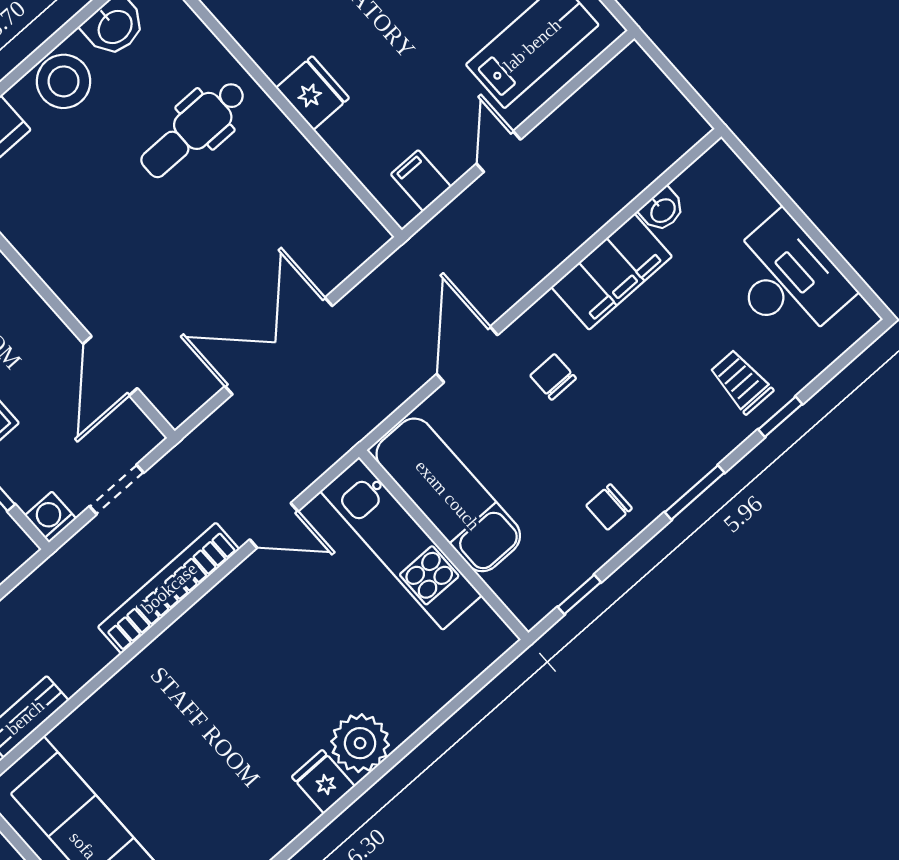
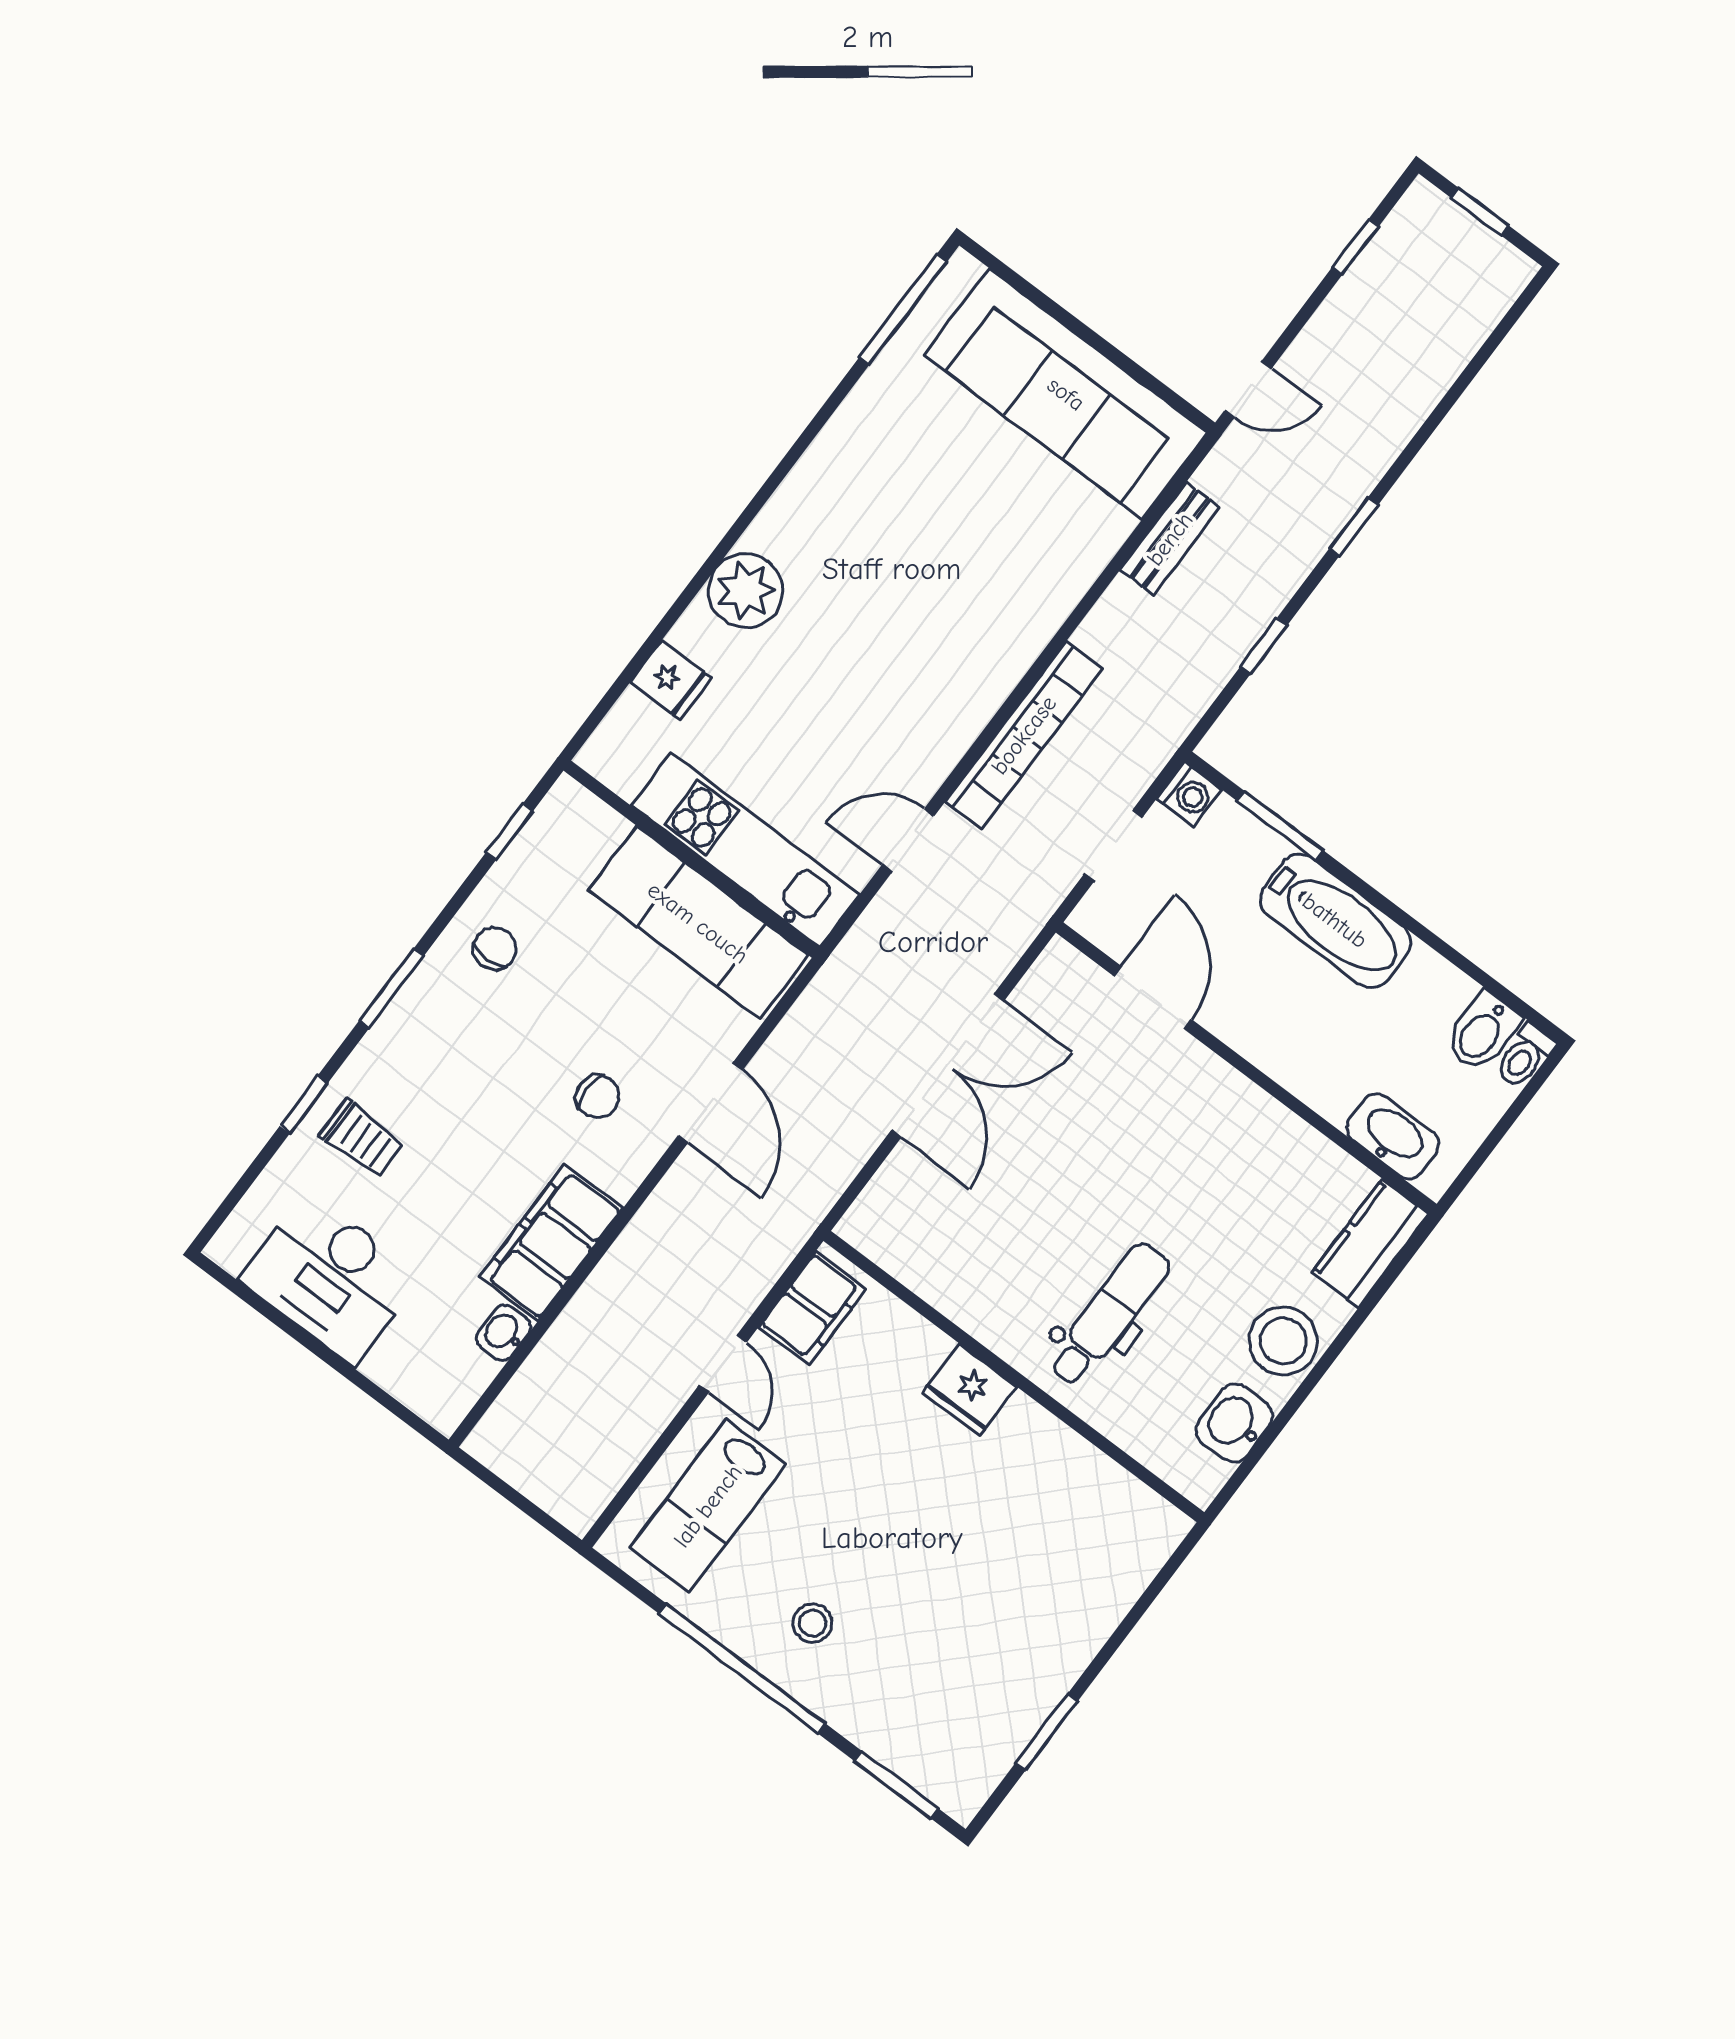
filing cabinet: (421, 181) -> (812, 1308), width x2.00
fridge: (323, 782) -> (671, 680), moved

